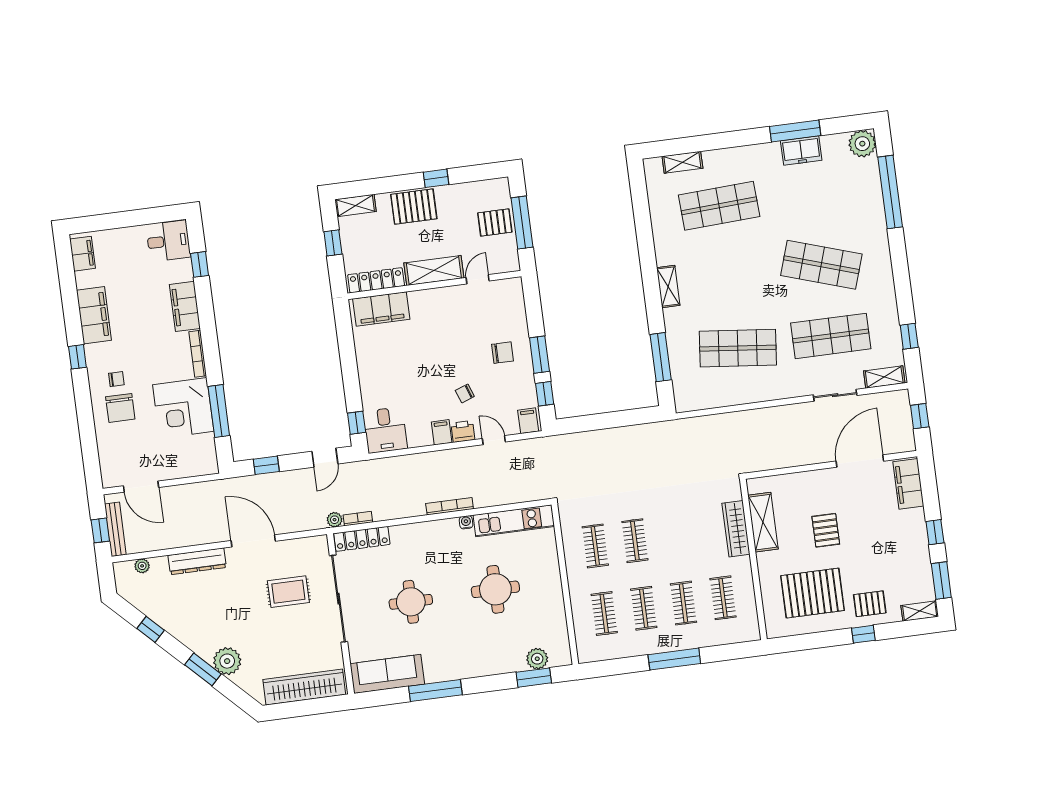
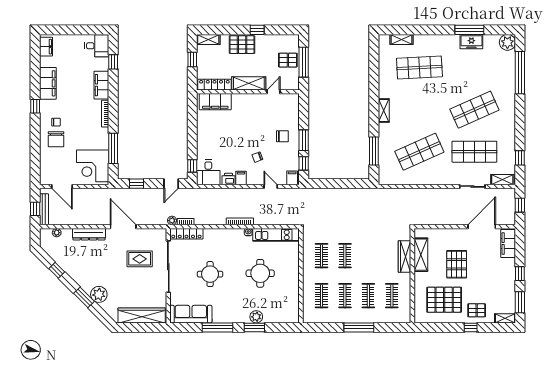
shop shelf: (821, 265) -> (474, 110), turned -42
shop shelf: (738, 348) -> (419, 152), turned -30
corner desk: (183, 408) -> (93, 166), moved
printer: (463, 431) -> (228, 179), moved
pallet: (826, 530) -> (457, 264), width x1.50, depth x1.42
plant: (537, 659) -> (256, 317), moved
window: (534, 678) -> (254, 327), moved

